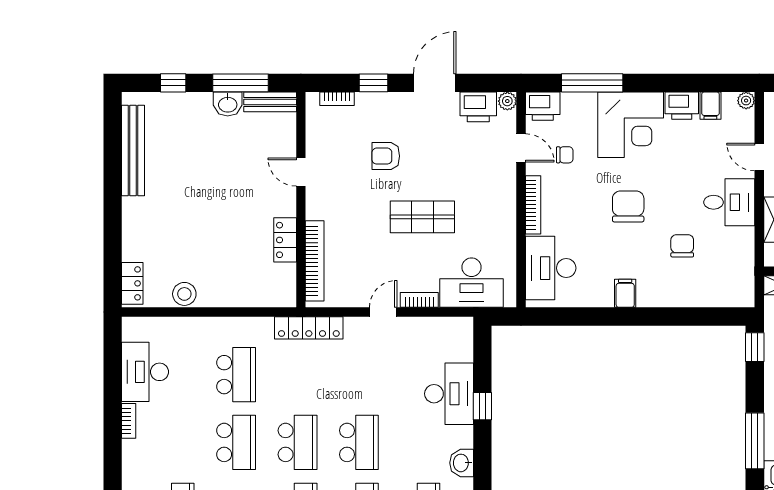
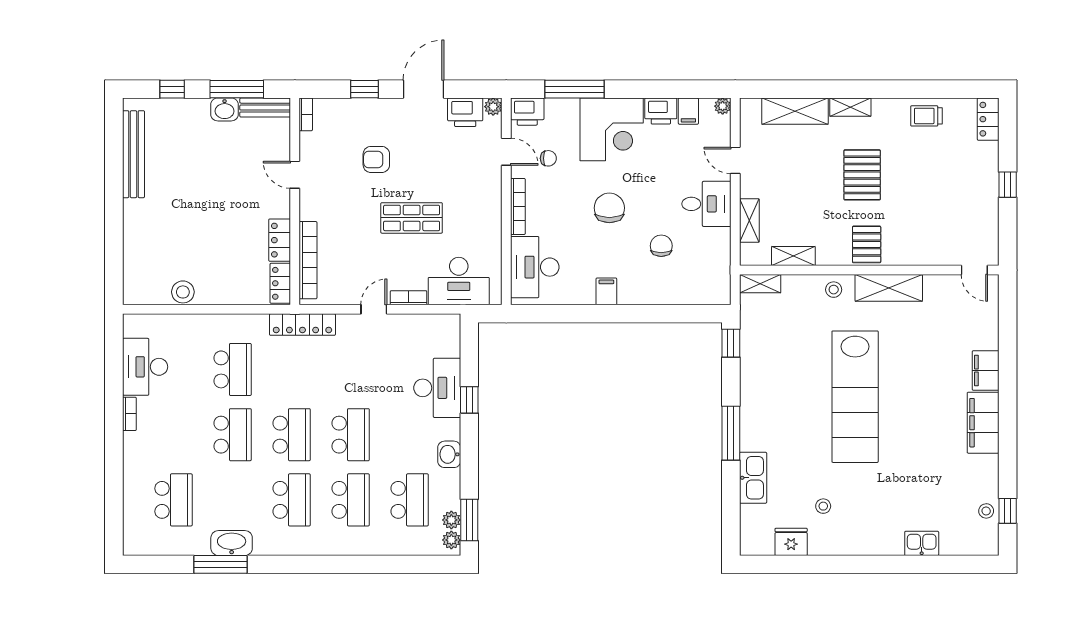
bookcase: (337, 99) -> (306, 114), moved, turned -90
locker: (132, 283) -> (280, 283), moved, turned 180

